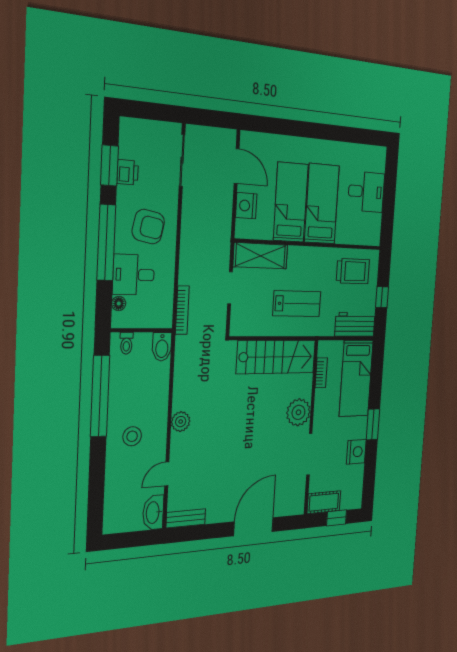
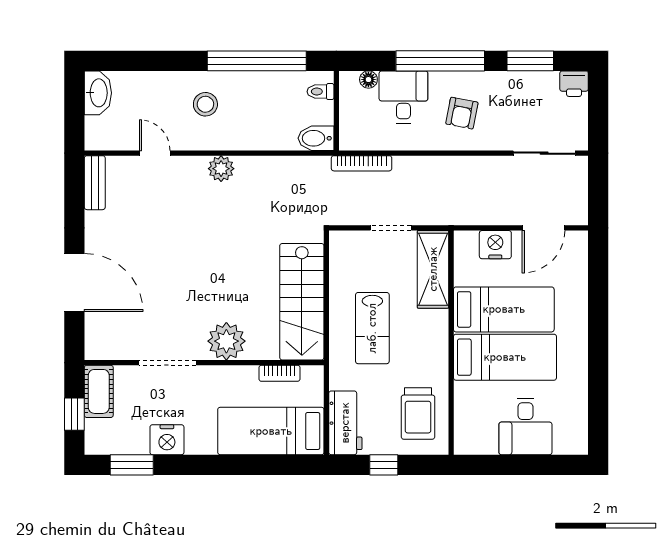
printer: (128, 172) -> (574, 84), moved
armchair: (148, 227) -> (462, 113), width x0.72, depth x0.72
window: (373, 424) -> (132, 465), moved
washbasin: (153, 513) -> (98, 93), moved, turned 90

